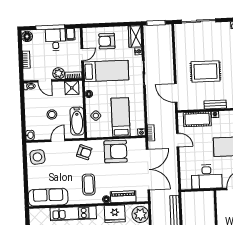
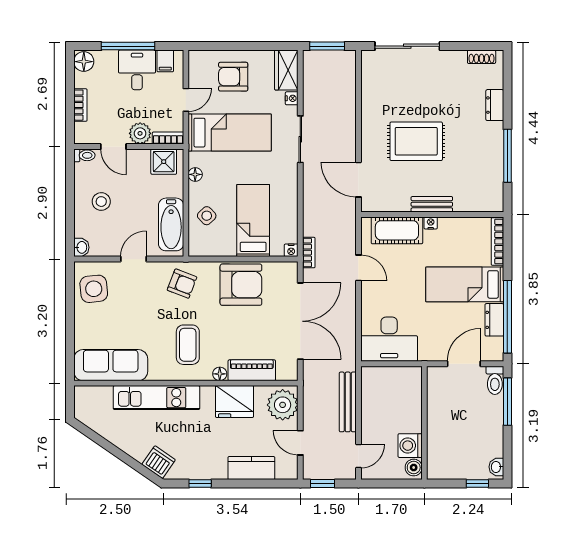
stool: (52, 114) -> (101, 202), moved
desk: (207, 177) -> (389, 339), moved

